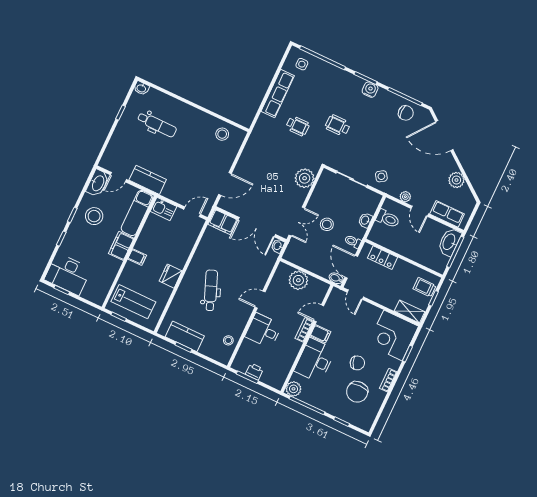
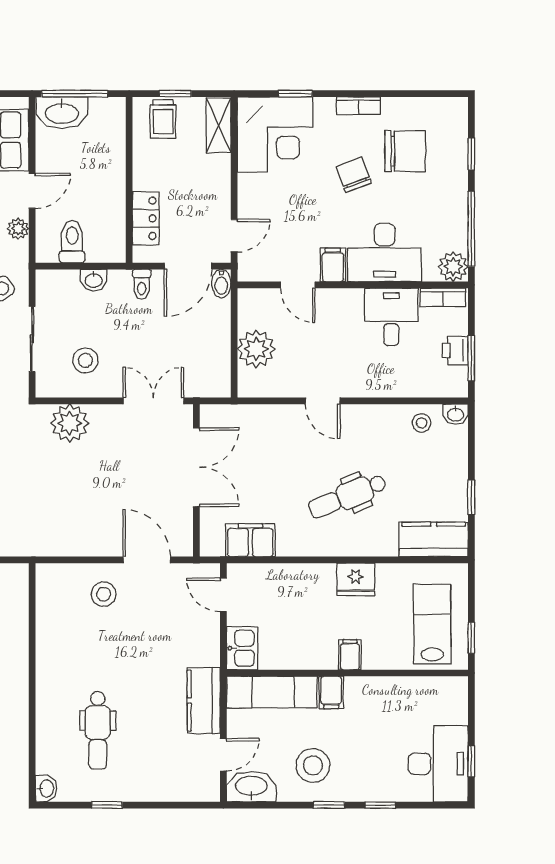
dental chair: (157, 125) -> (98, 730), turned 180
stool: (222, 134) -> (104, 594), moved
door: (118, 177) -> (223, 755), hinge flipped
filing cabinet: (223, 222) -> (250, 540), moved, turned -90
stool: (327, 224) -> (85, 360), moved
filing cabinet: (121, 246) -> (331, 693), width x0.50
washbasin: (278, 246) -> (456, 414), moved
bookcase: (304, 330) -> (443, 297), moved
desk: (263, 331) -> (391, 317), moved, turned 180
kitchen counter: (185, 336) -> (434, 539), moved, turned 90

